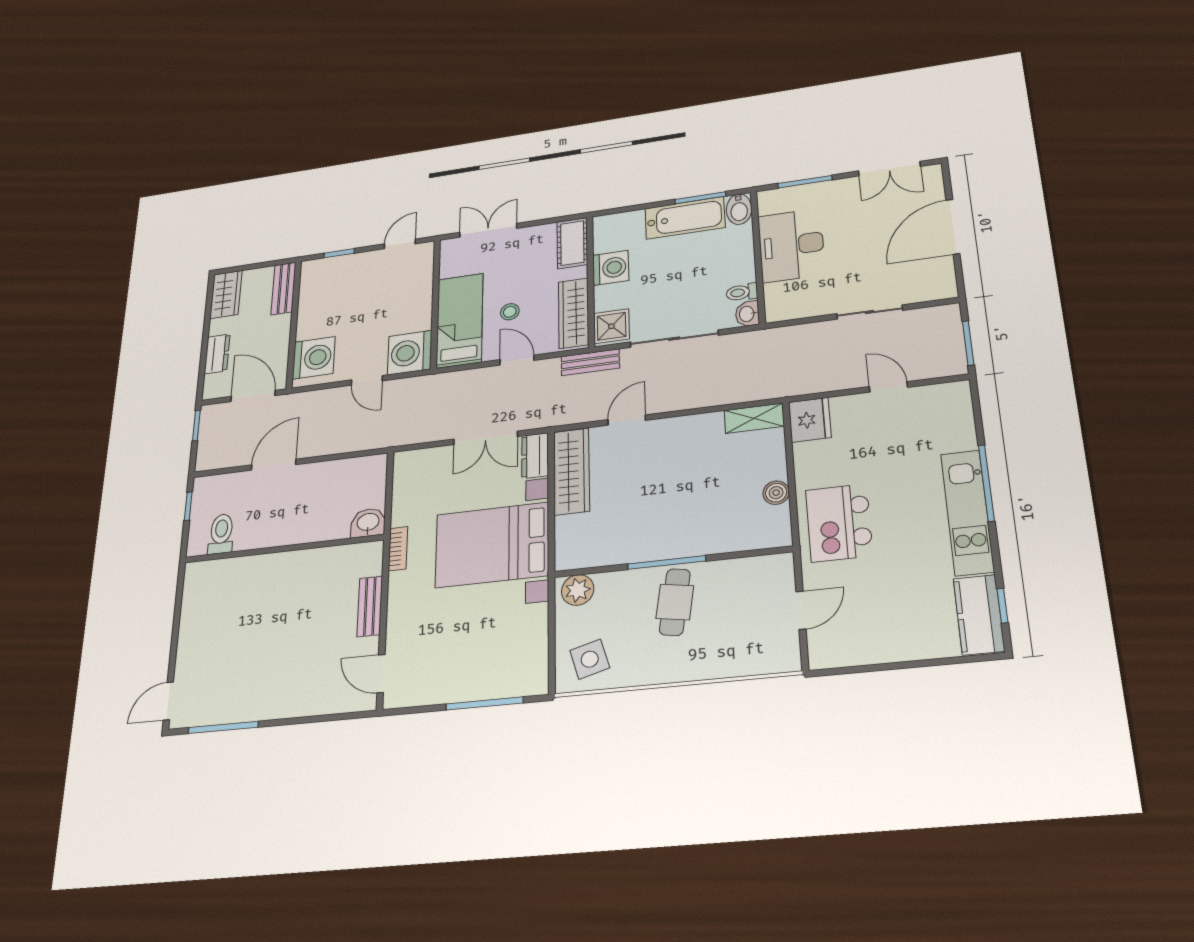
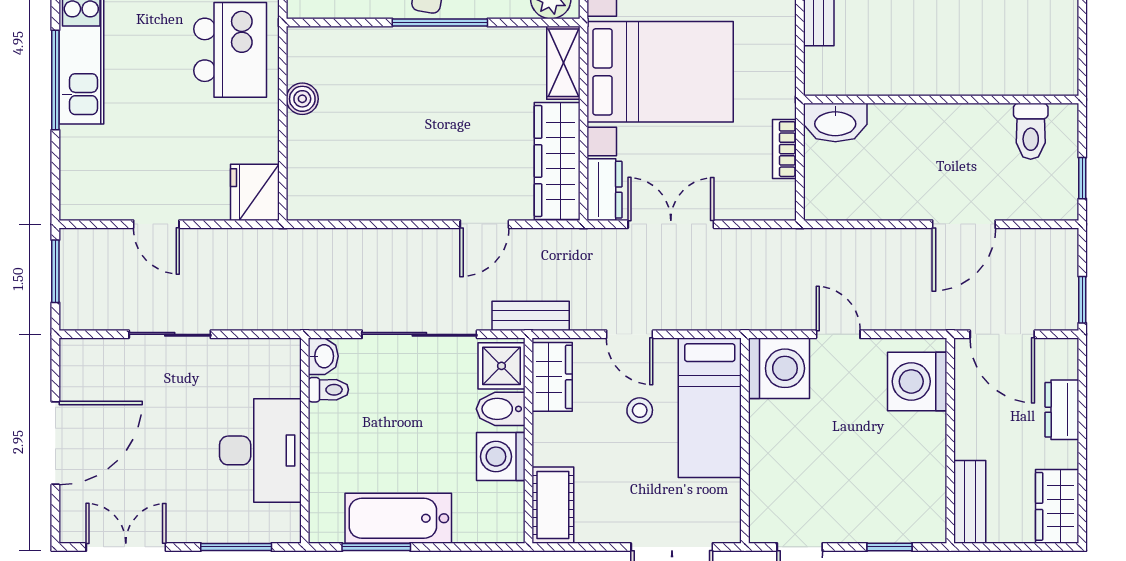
bidet: (739, 209) -> (501, 409), moved, turned -90
wardrobe: (574, 313) -> (552, 377), width x0.67
shelving: (754, 418) -> (563, 63), moved, turned 90
washbasin: (368, 523) -> (835, 123), width x1.38
bookcase: (398, 549) -> (784, 149), moved

